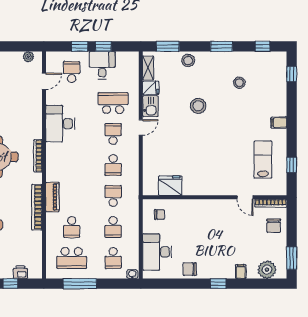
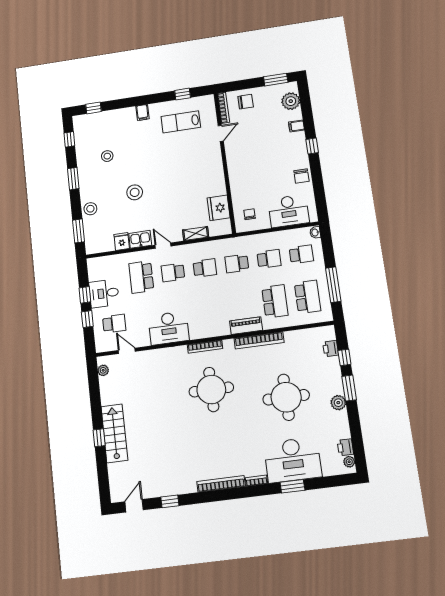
shelving: (148, 68) -> (196, 233), moved
school desk: (72, 72) -> (114, 324), turned 180
school desk: (72, 227) -> (275, 301), width x1.85

